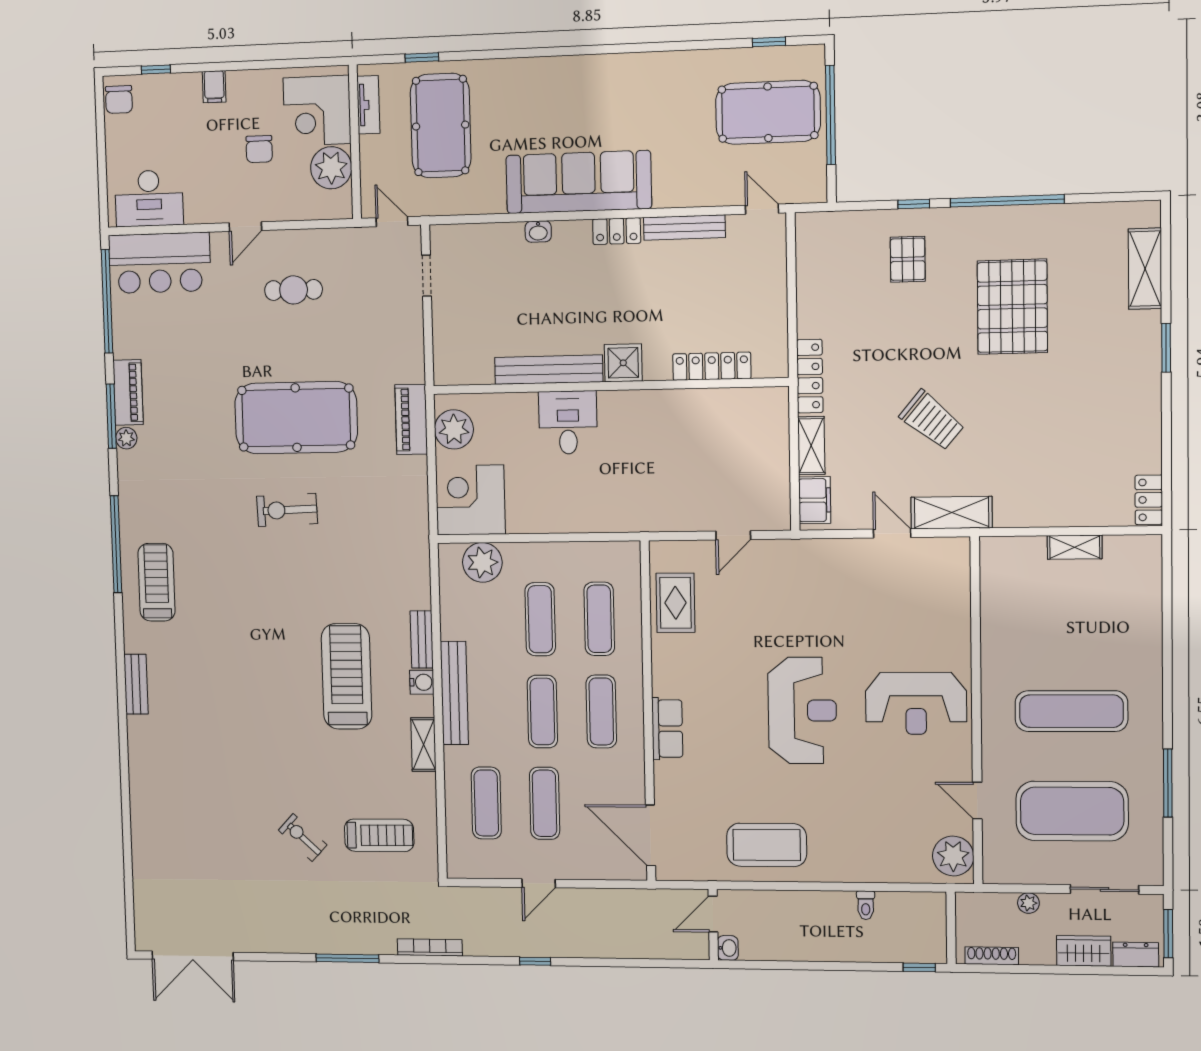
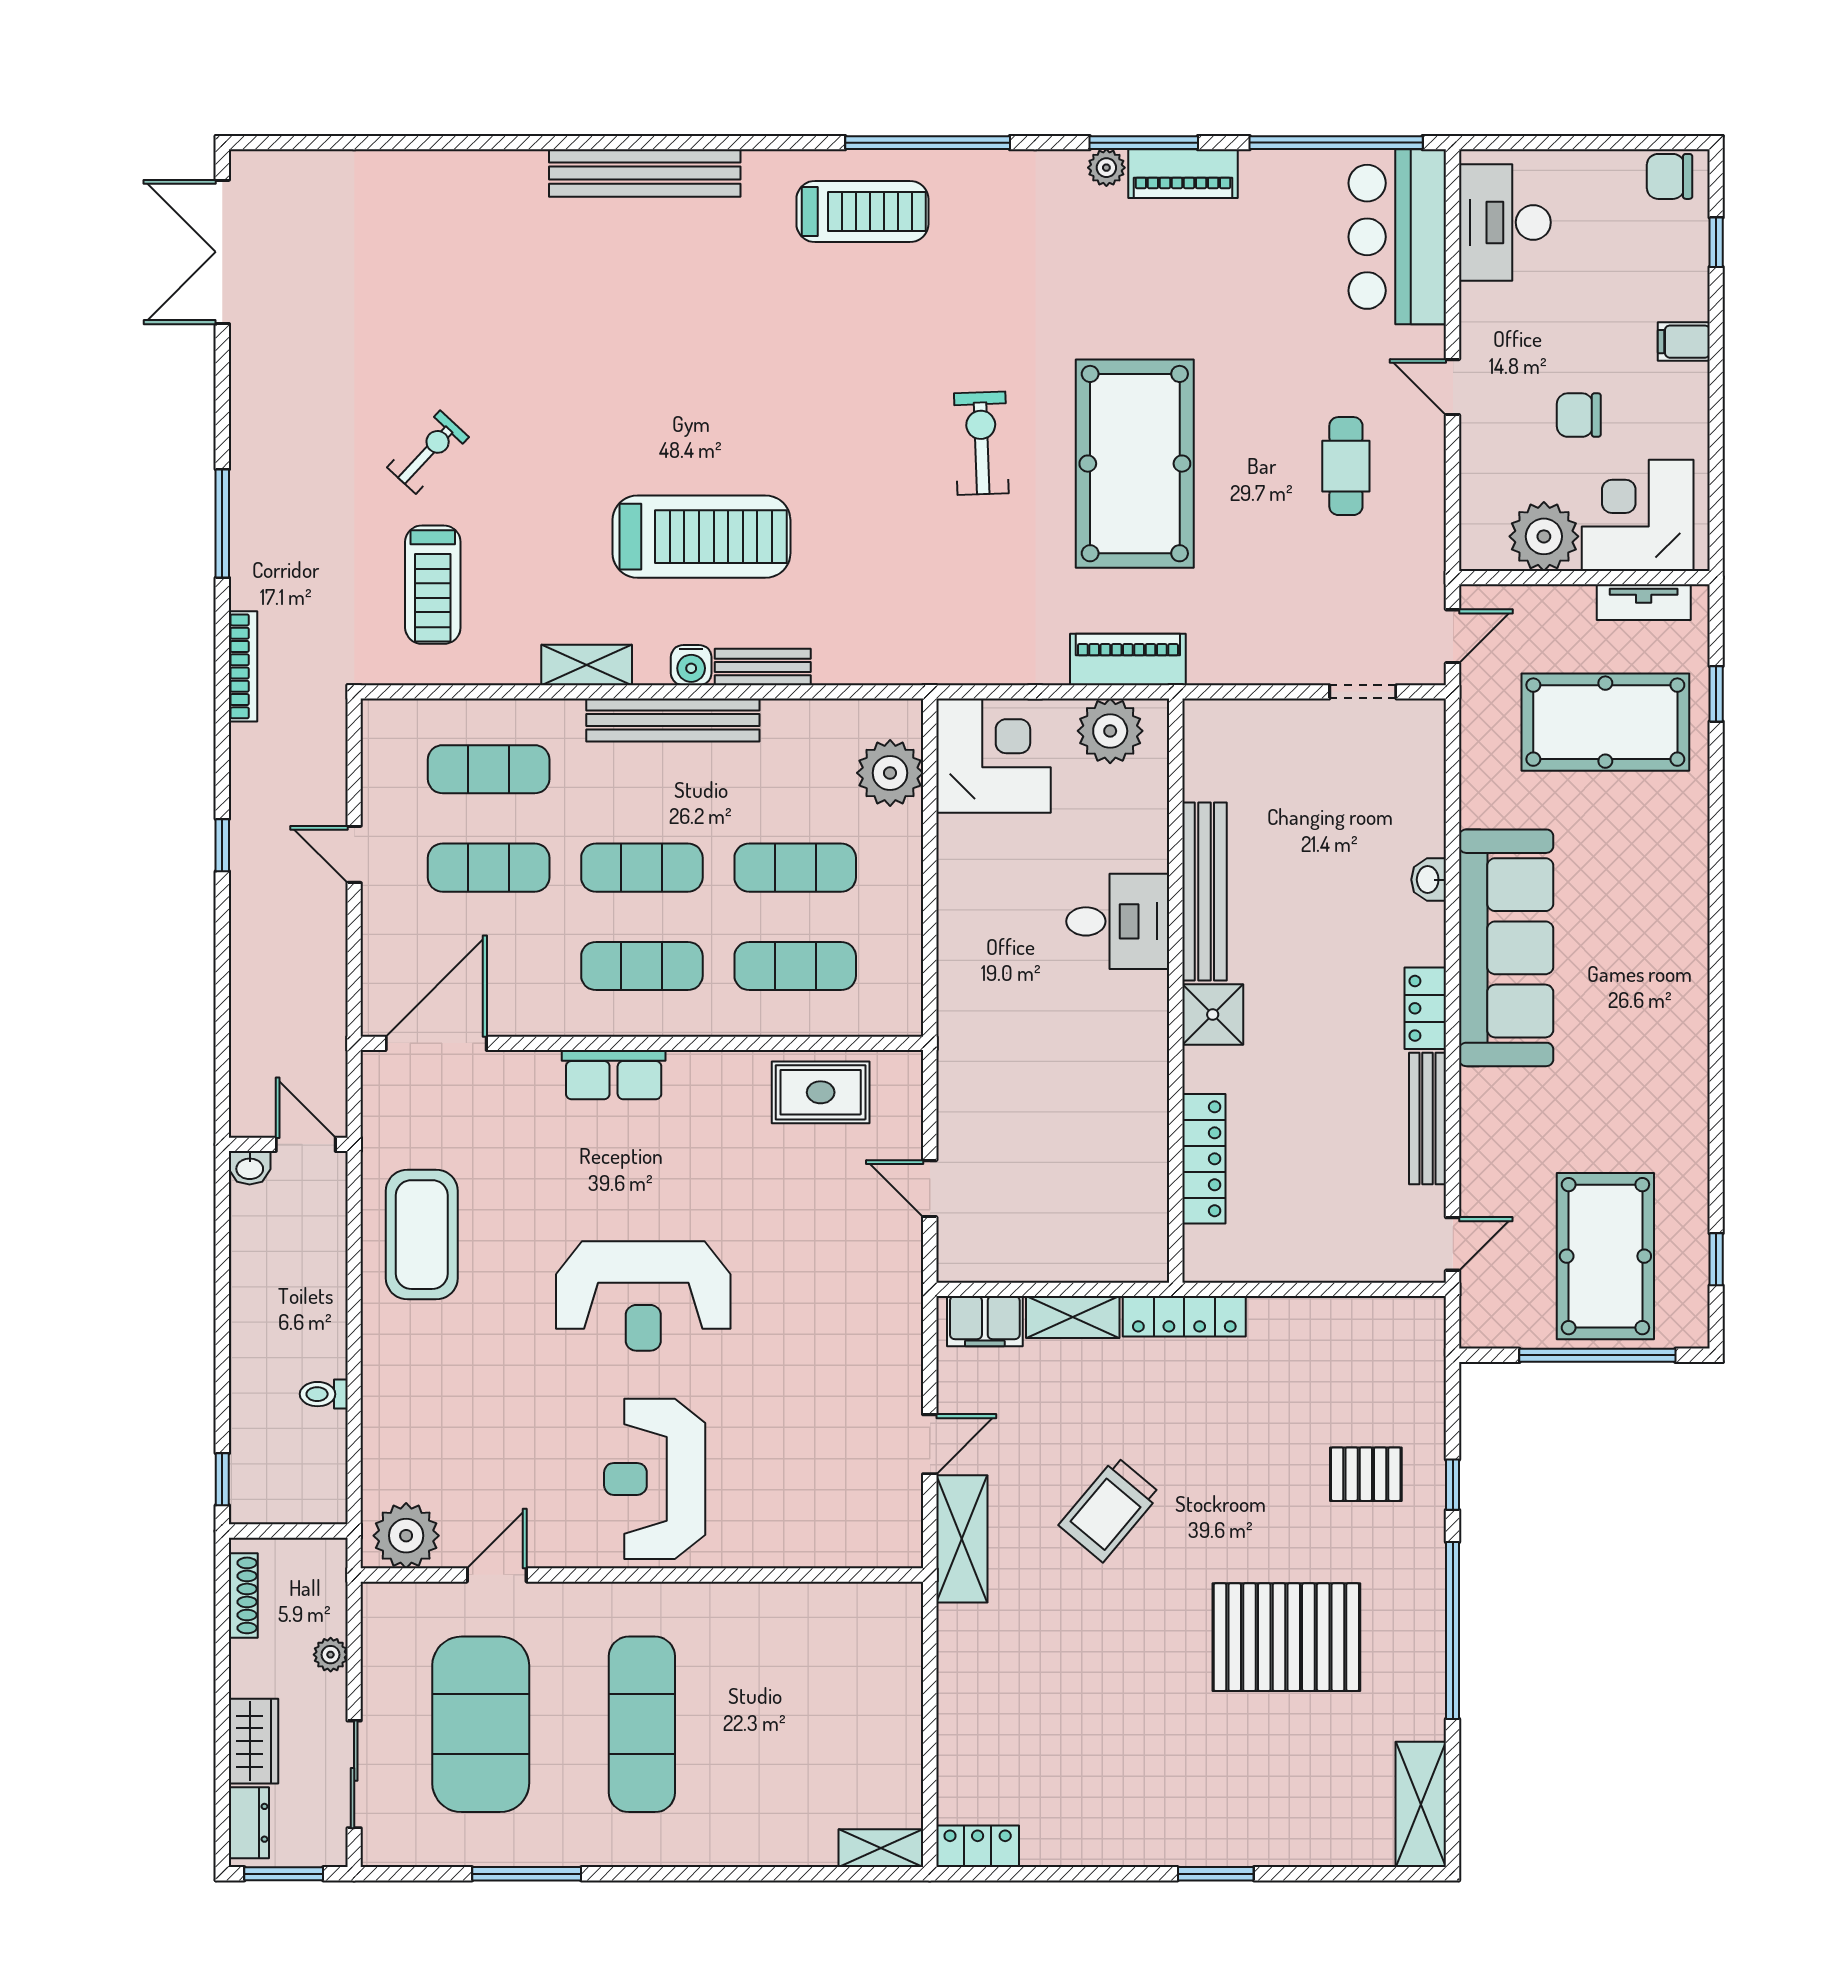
shelving: (1145, 269) -> (1421, 1804), moved, turned 90
shelving: (1075, 547) -> (881, 1848), moved, turned 90
bench: (136, 684) -> (645, 173), width x1.86, depth x1.21

